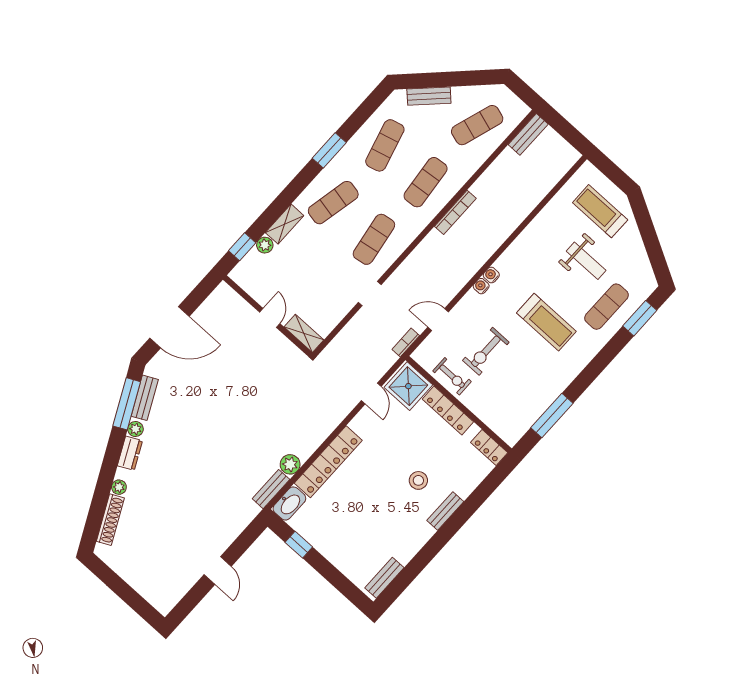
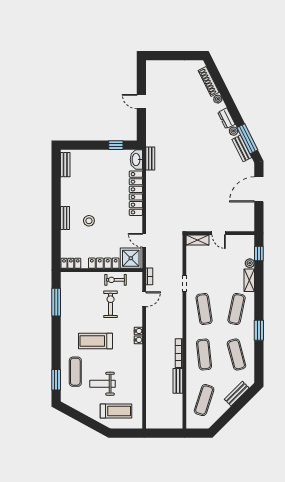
bench: (528, 134) -> (178, 381), moved
plant: (290, 464) -> (152, 177), removed

